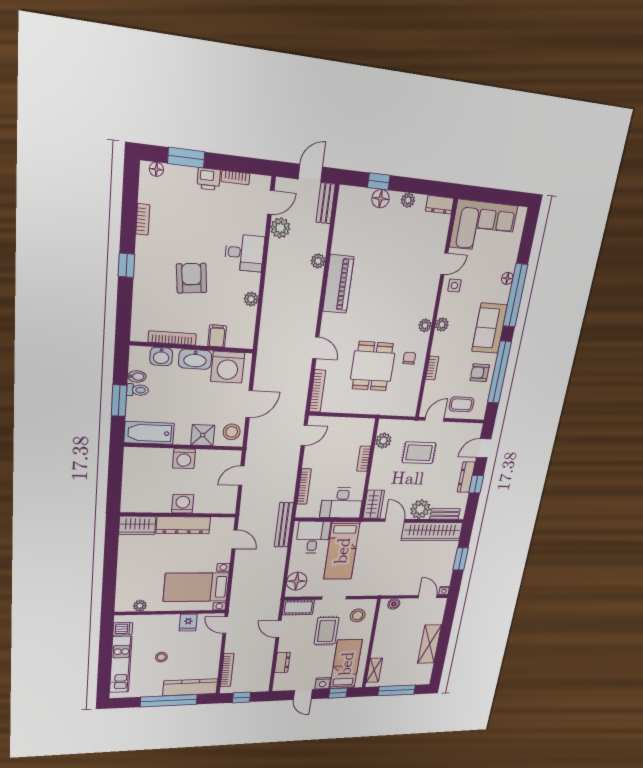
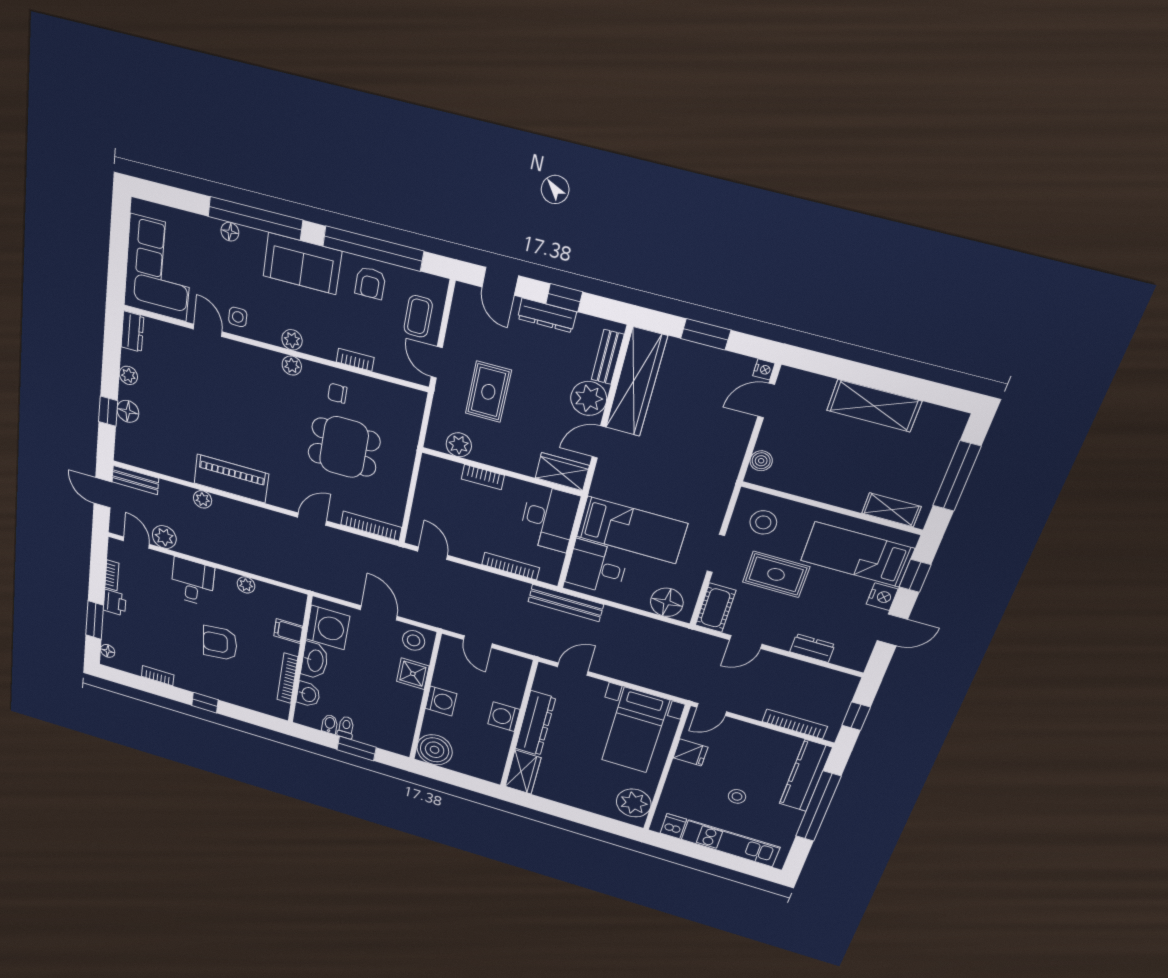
bathtub: (149, 433) -> (401, 729), removed
boiler: (137, 460) -> (435, 750), added
plant: (140, 606) -> (634, 803), width x1.87, depth x1.87

